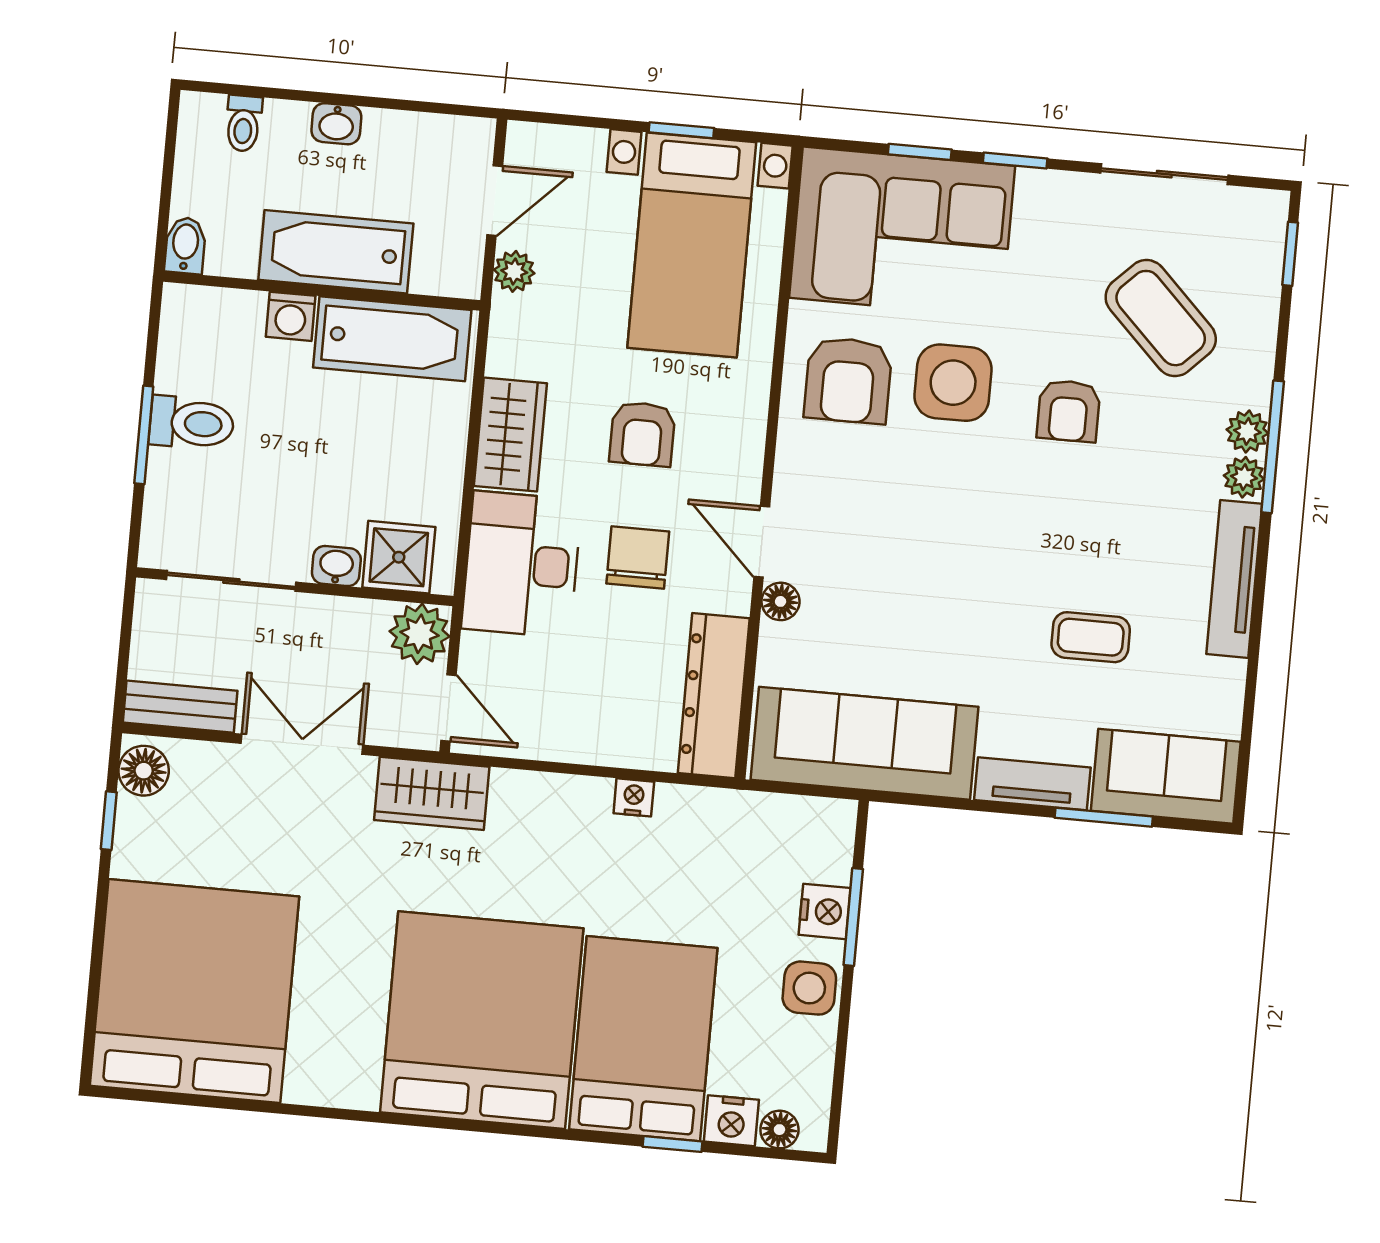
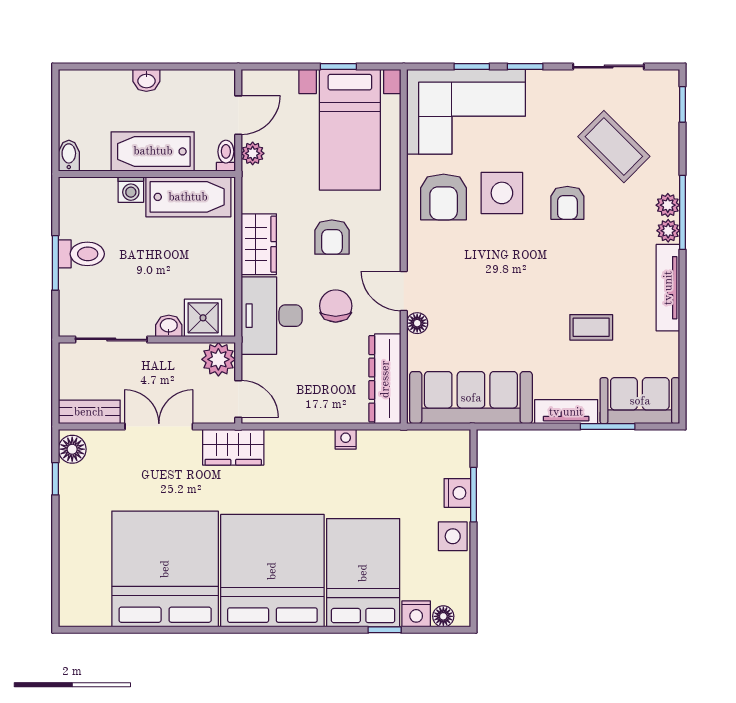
toilet: (243, 123) -> (226, 156), moved, turned 180
bed: (194, 991) -> (165, 569), moved

